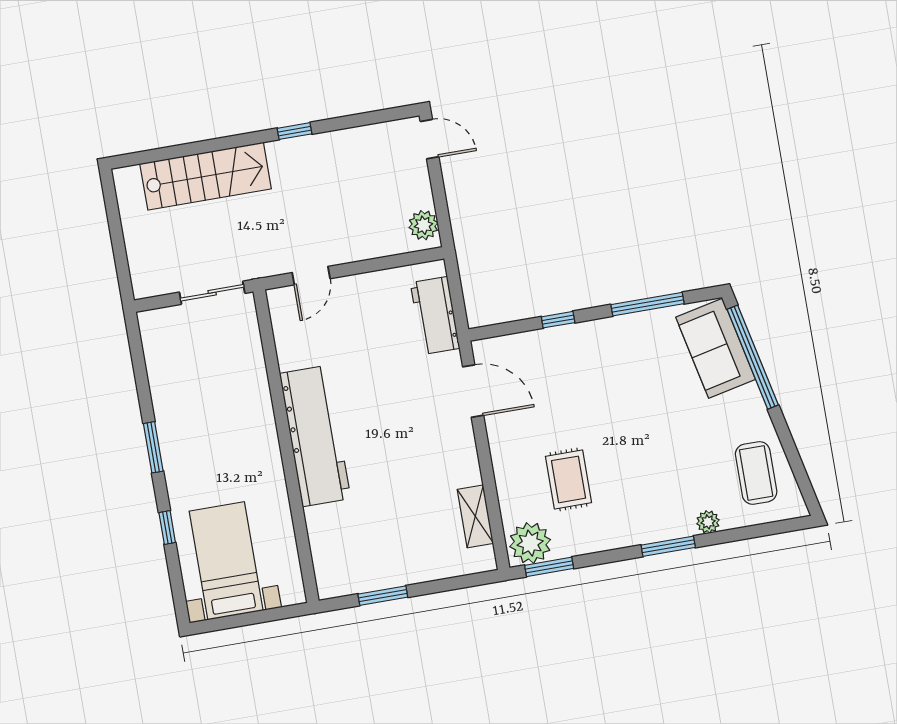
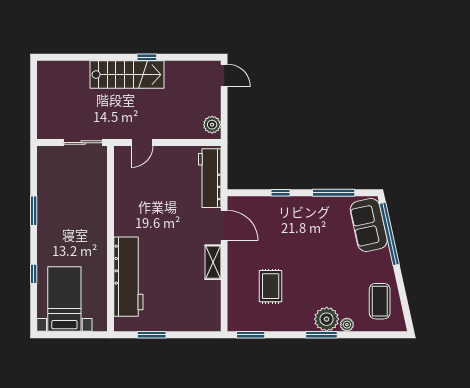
stairs: (206, 176) -> (127, 75), moved
workbench: (435, 316) -> (210, 178), width x1.38
workbench: (315, 436) -> (128, 277), moved
window: (153, 447) -> (34, 211), moved
shelving: (475, 516) -> (213, 262), moved
plant: (530, 543) -> (327, 319), moved

